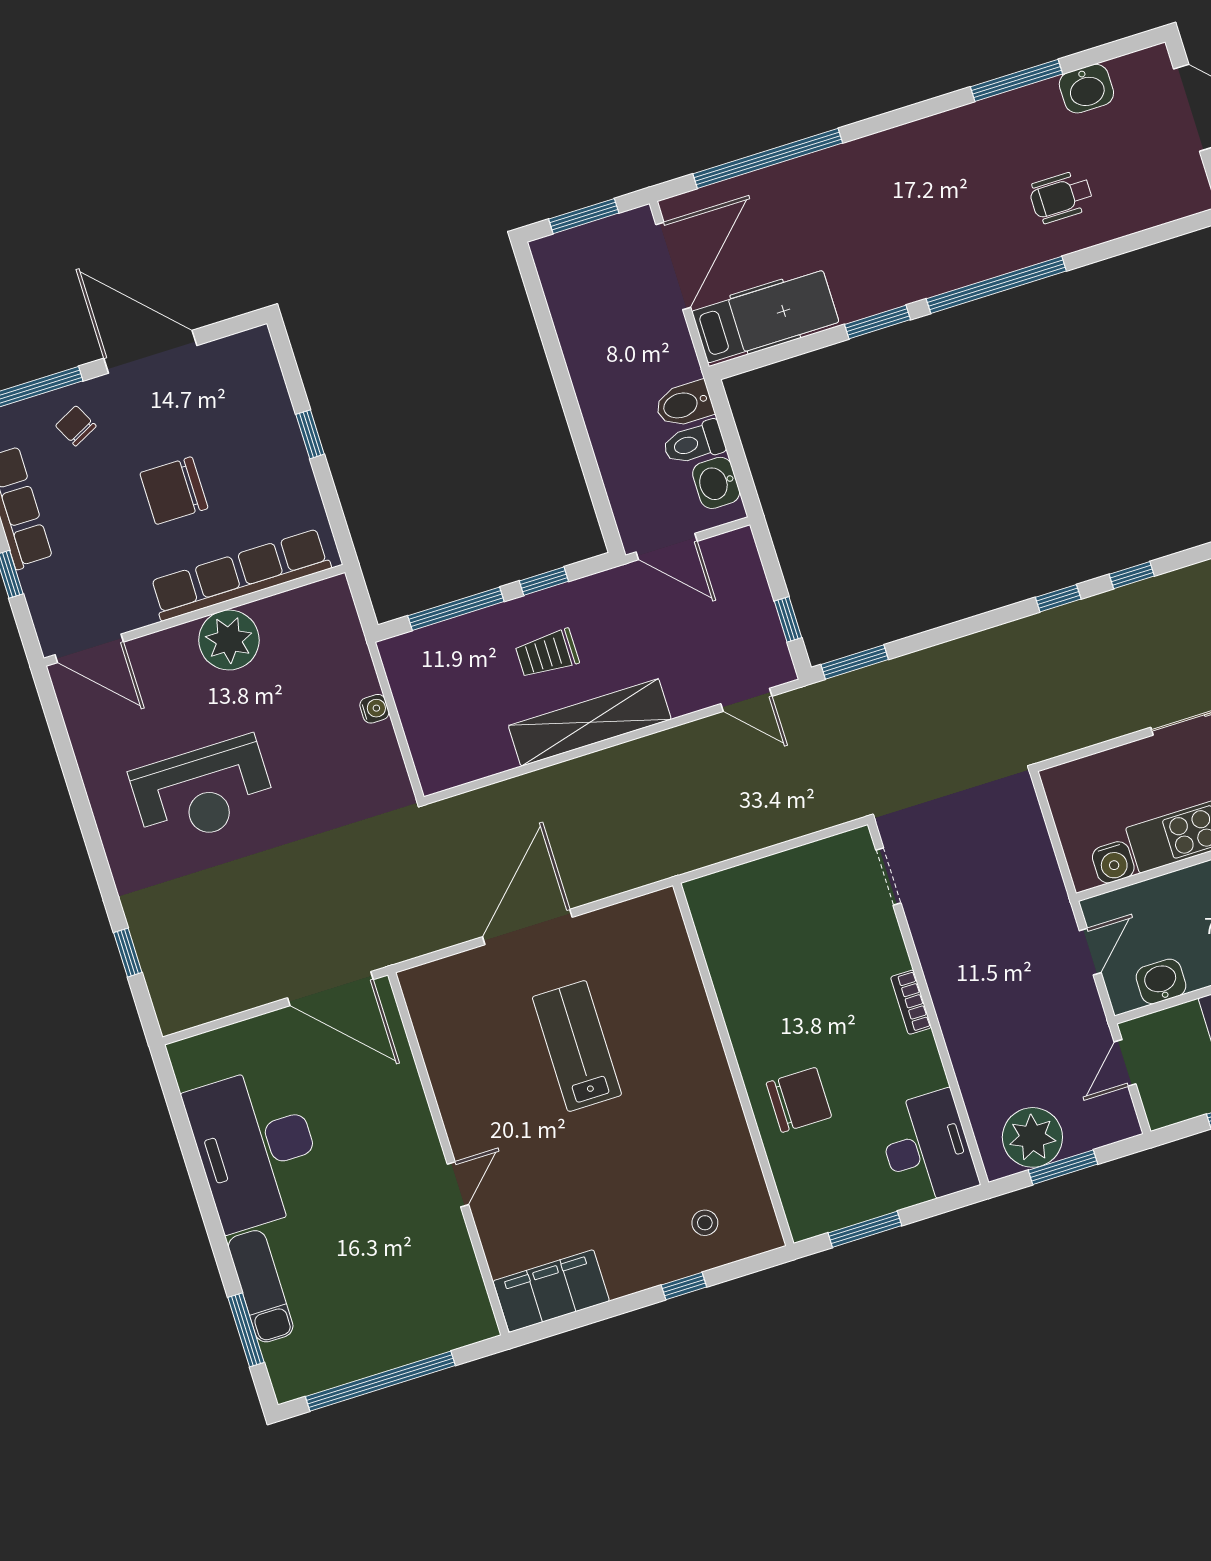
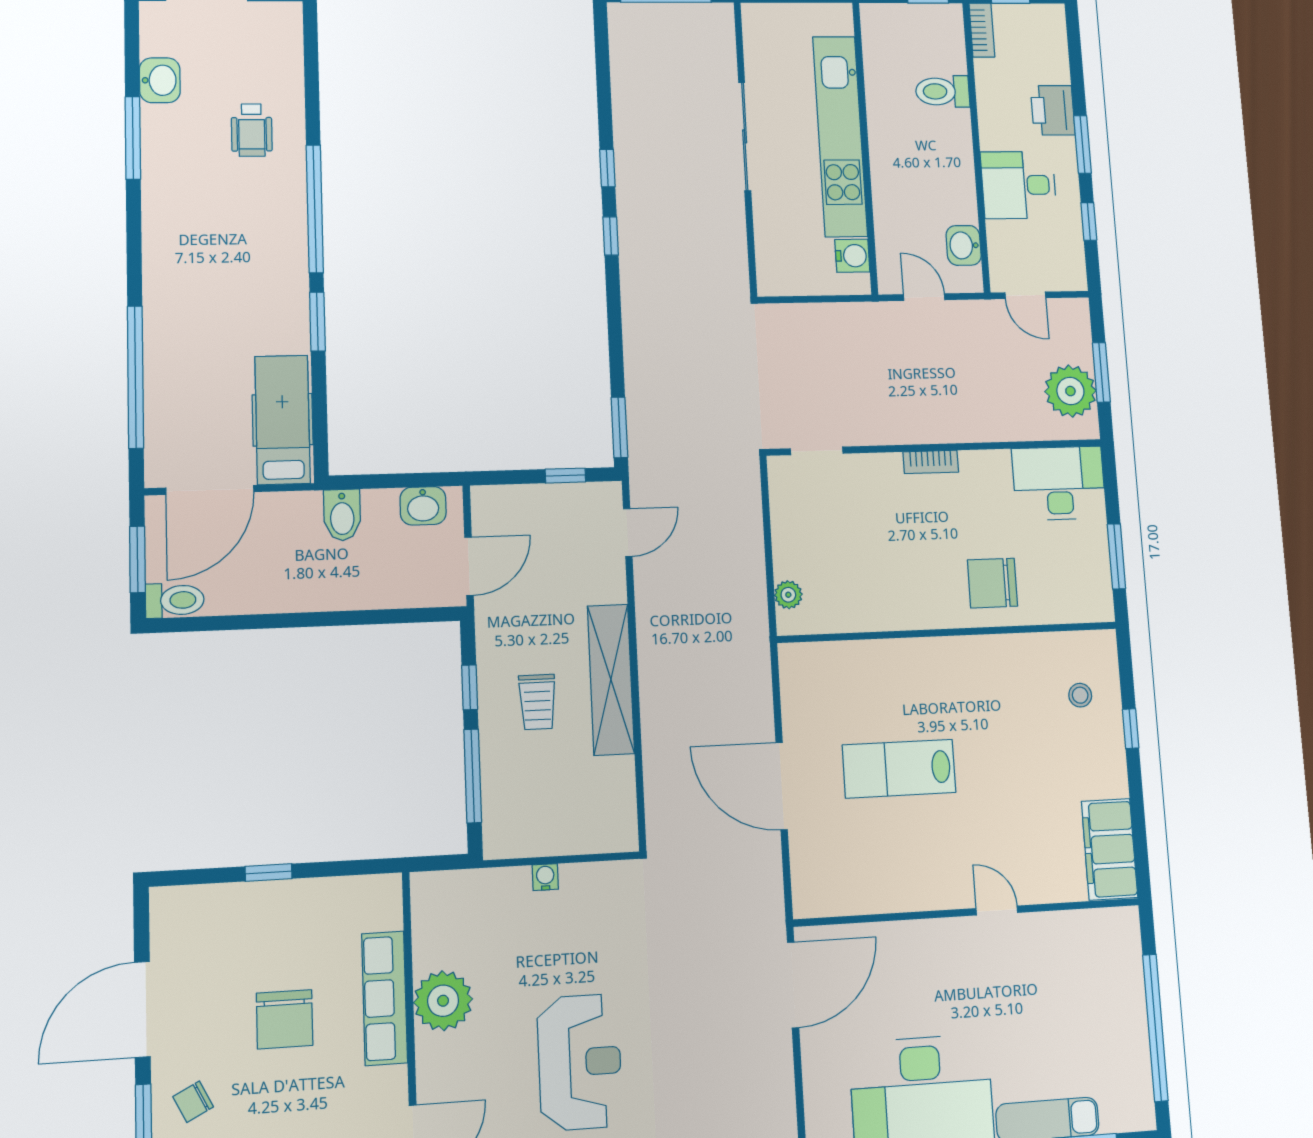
door: (673, 266) -> (210, 490), swing flipped
toilet: (694, 443) -> (175, 600), moved, turned -90
row of seats: (240, 575) -> (385, 998), width x0.73
plant: (727, 884) -> (788, 595), added
chair: (799, 1100) -> (992, 583), turned -90

